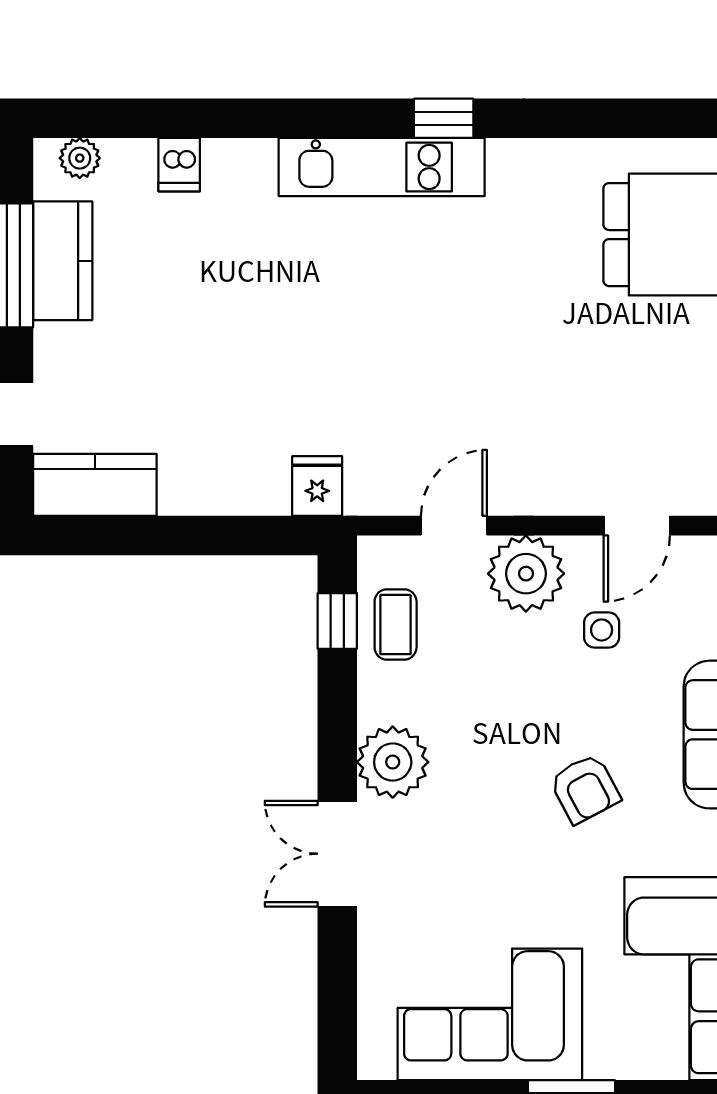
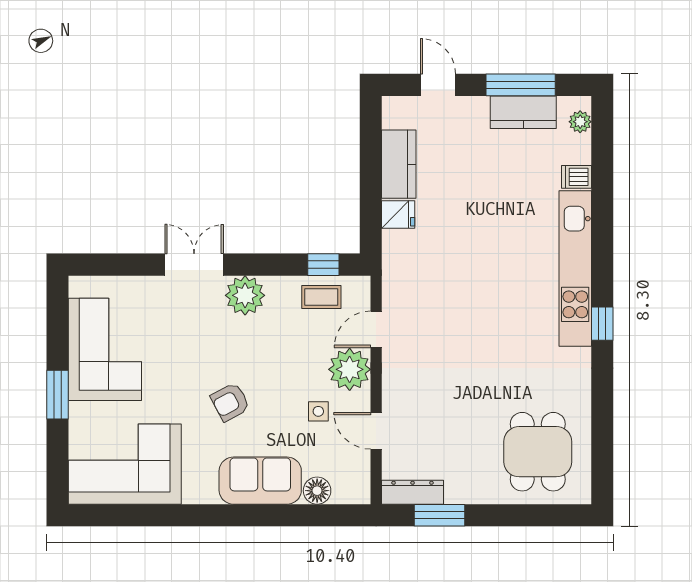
kitchen unit: (382, 167) -> (575, 269), width x1.36
kitchen counter: (95, 485) -> (399, 164), moved
fridge: (317, 486) -> (398, 215), moved
door: (454, 526) -> (376, 329), swing flipped

